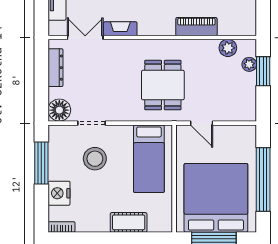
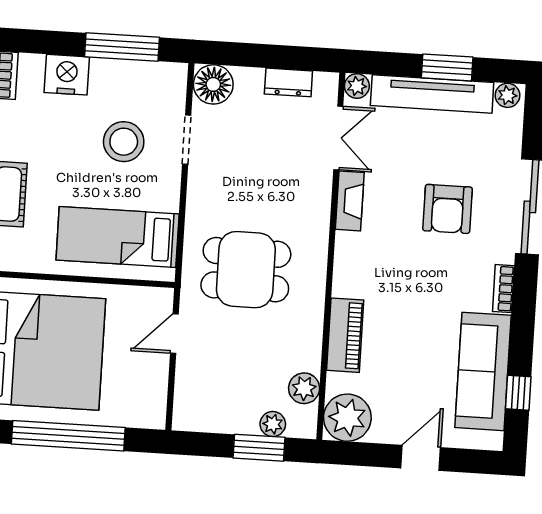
plant: (243, 22) -> (347, 418), added
plant: (55, 29) -> (357, 86), added
dresser: (56, 68) -> (288, 82), width x0.70

